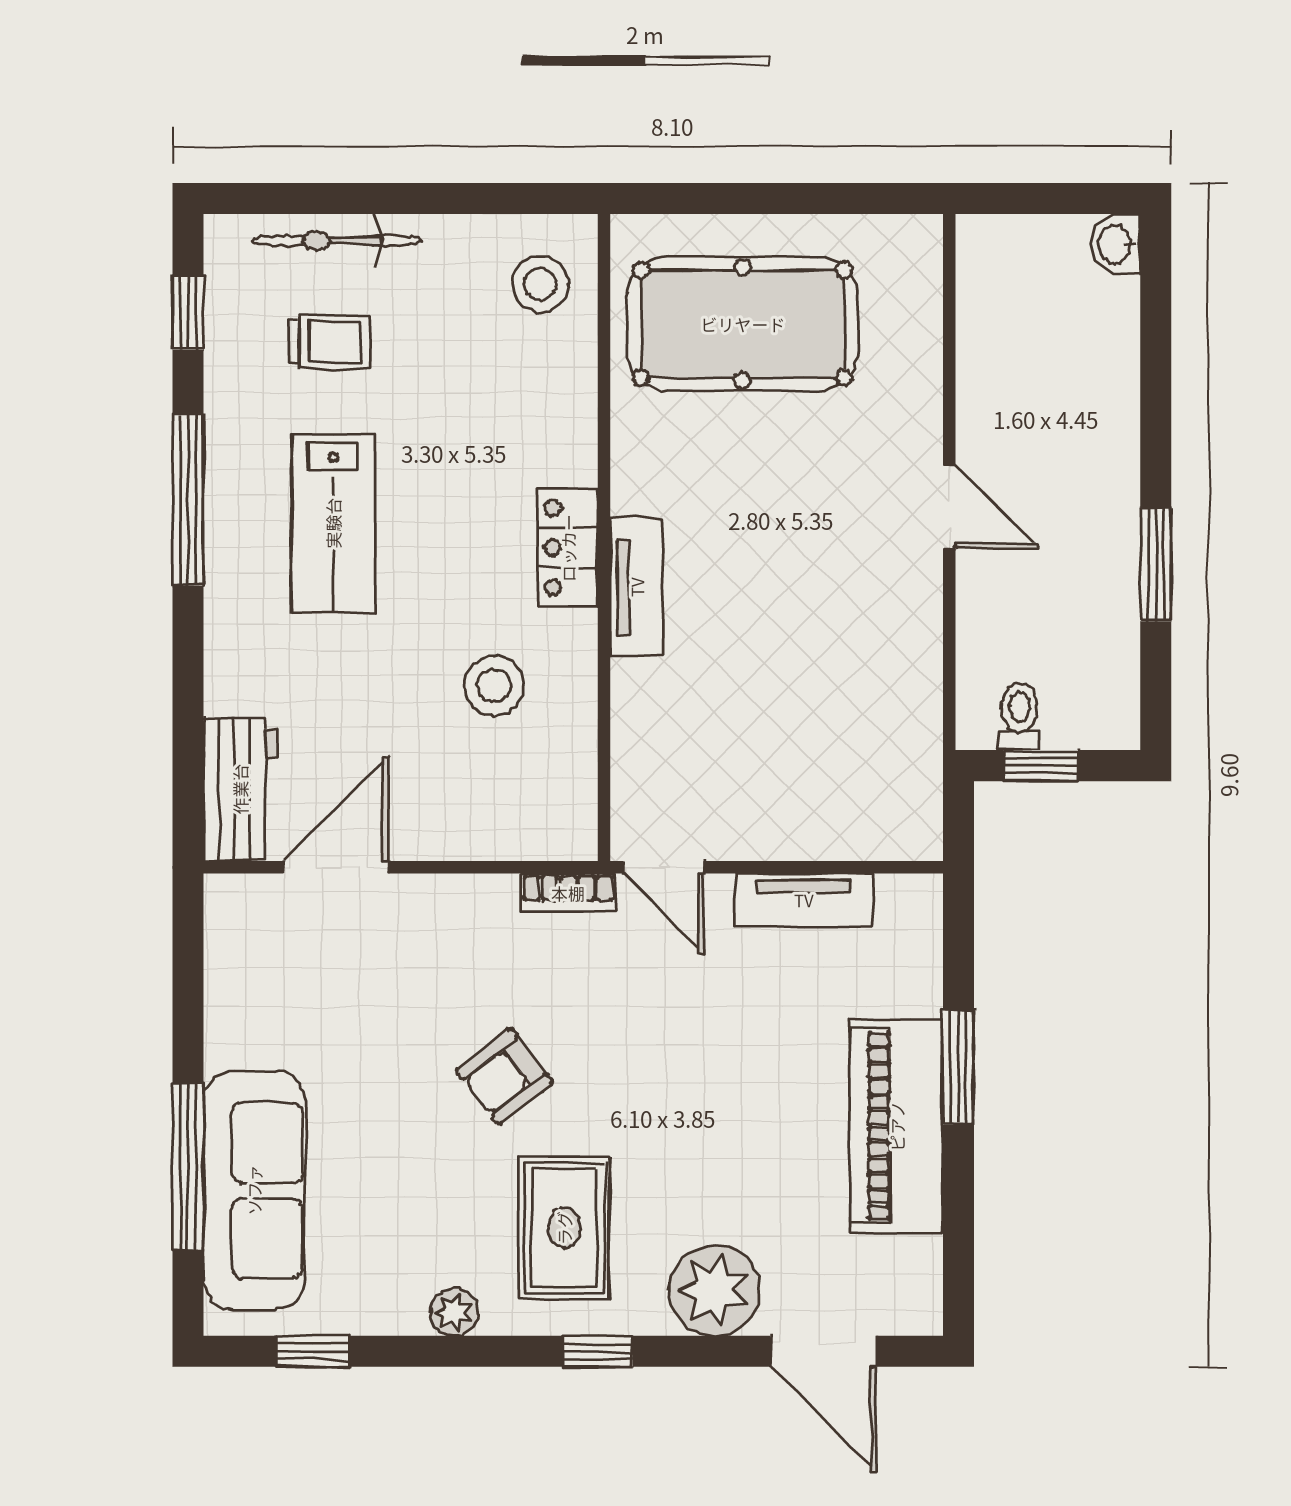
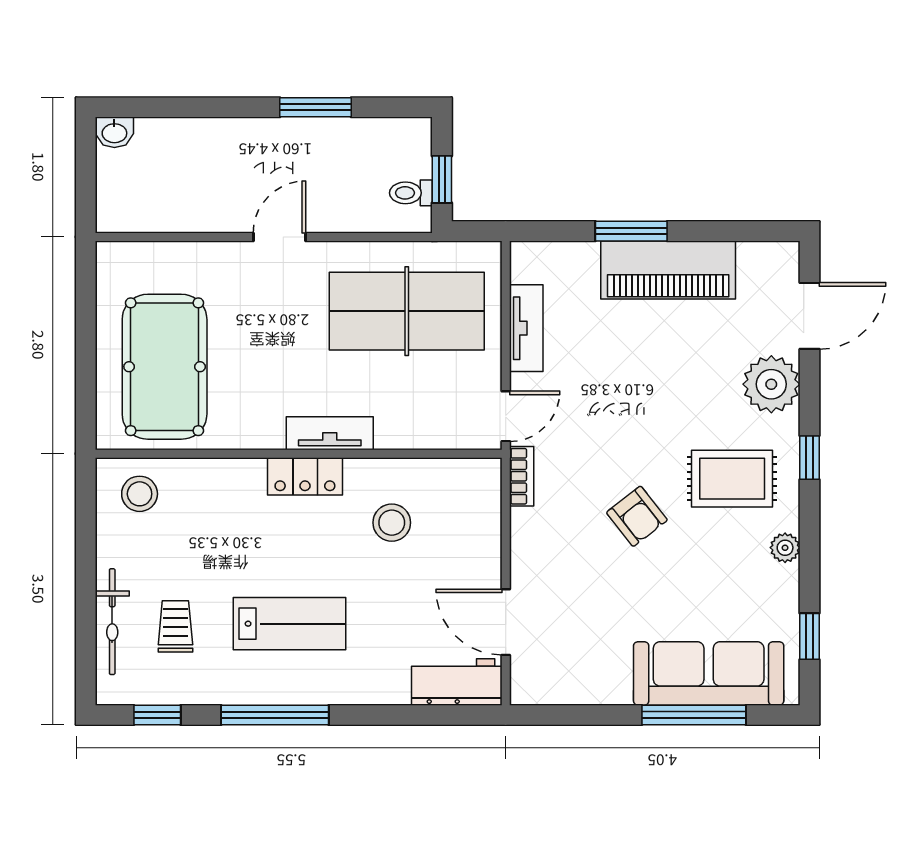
table tennis table: (831, 710) -> (407, 311), added

